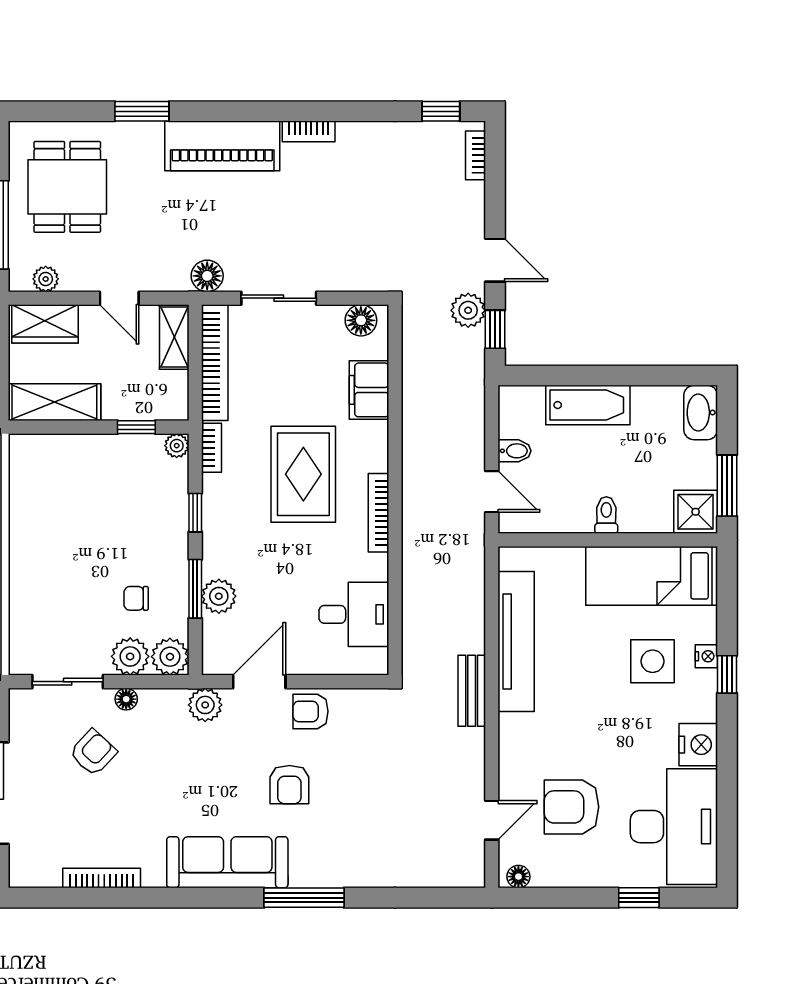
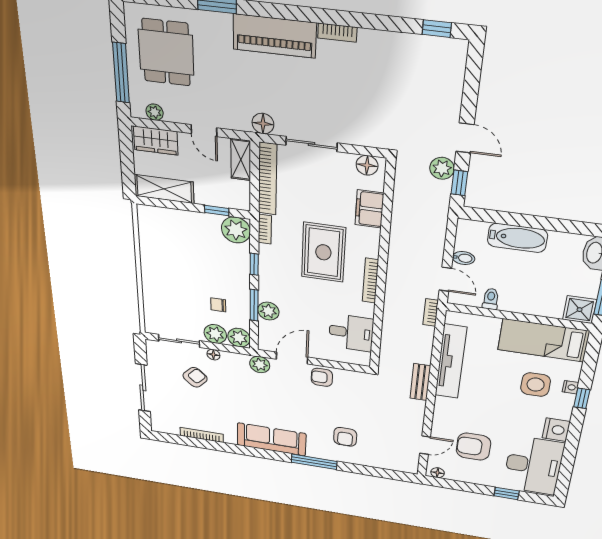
bookcase: (475, 155) -> (431, 313), moved
plant: (177, 446) -> (236, 230), width x1.88, depth x1.88
toilet: (606, 515) -> (491, 299), moved
armchair: (289, 785) -> (345, 437), moved

